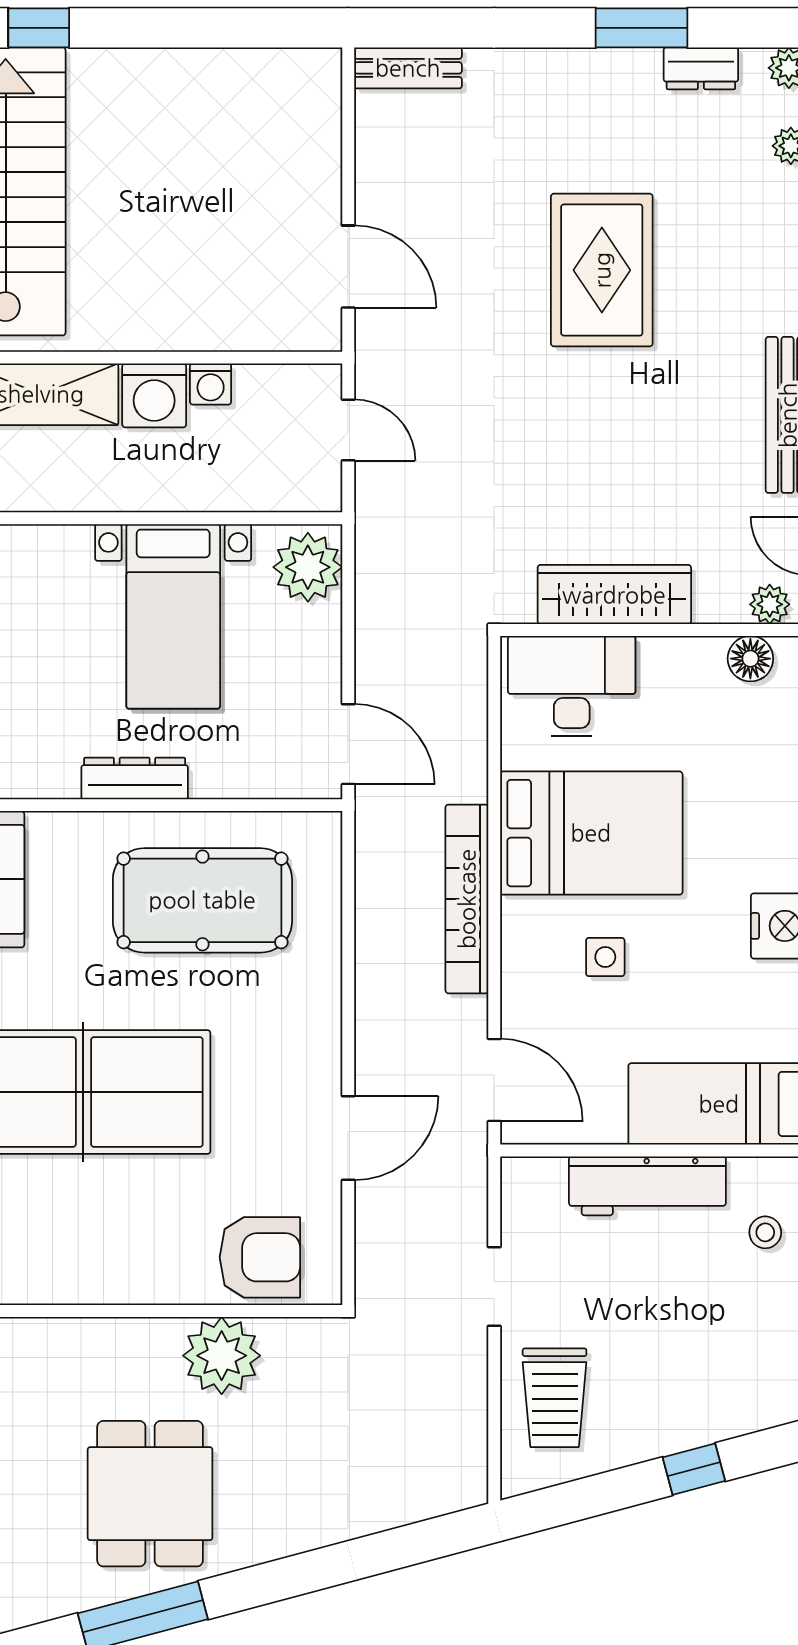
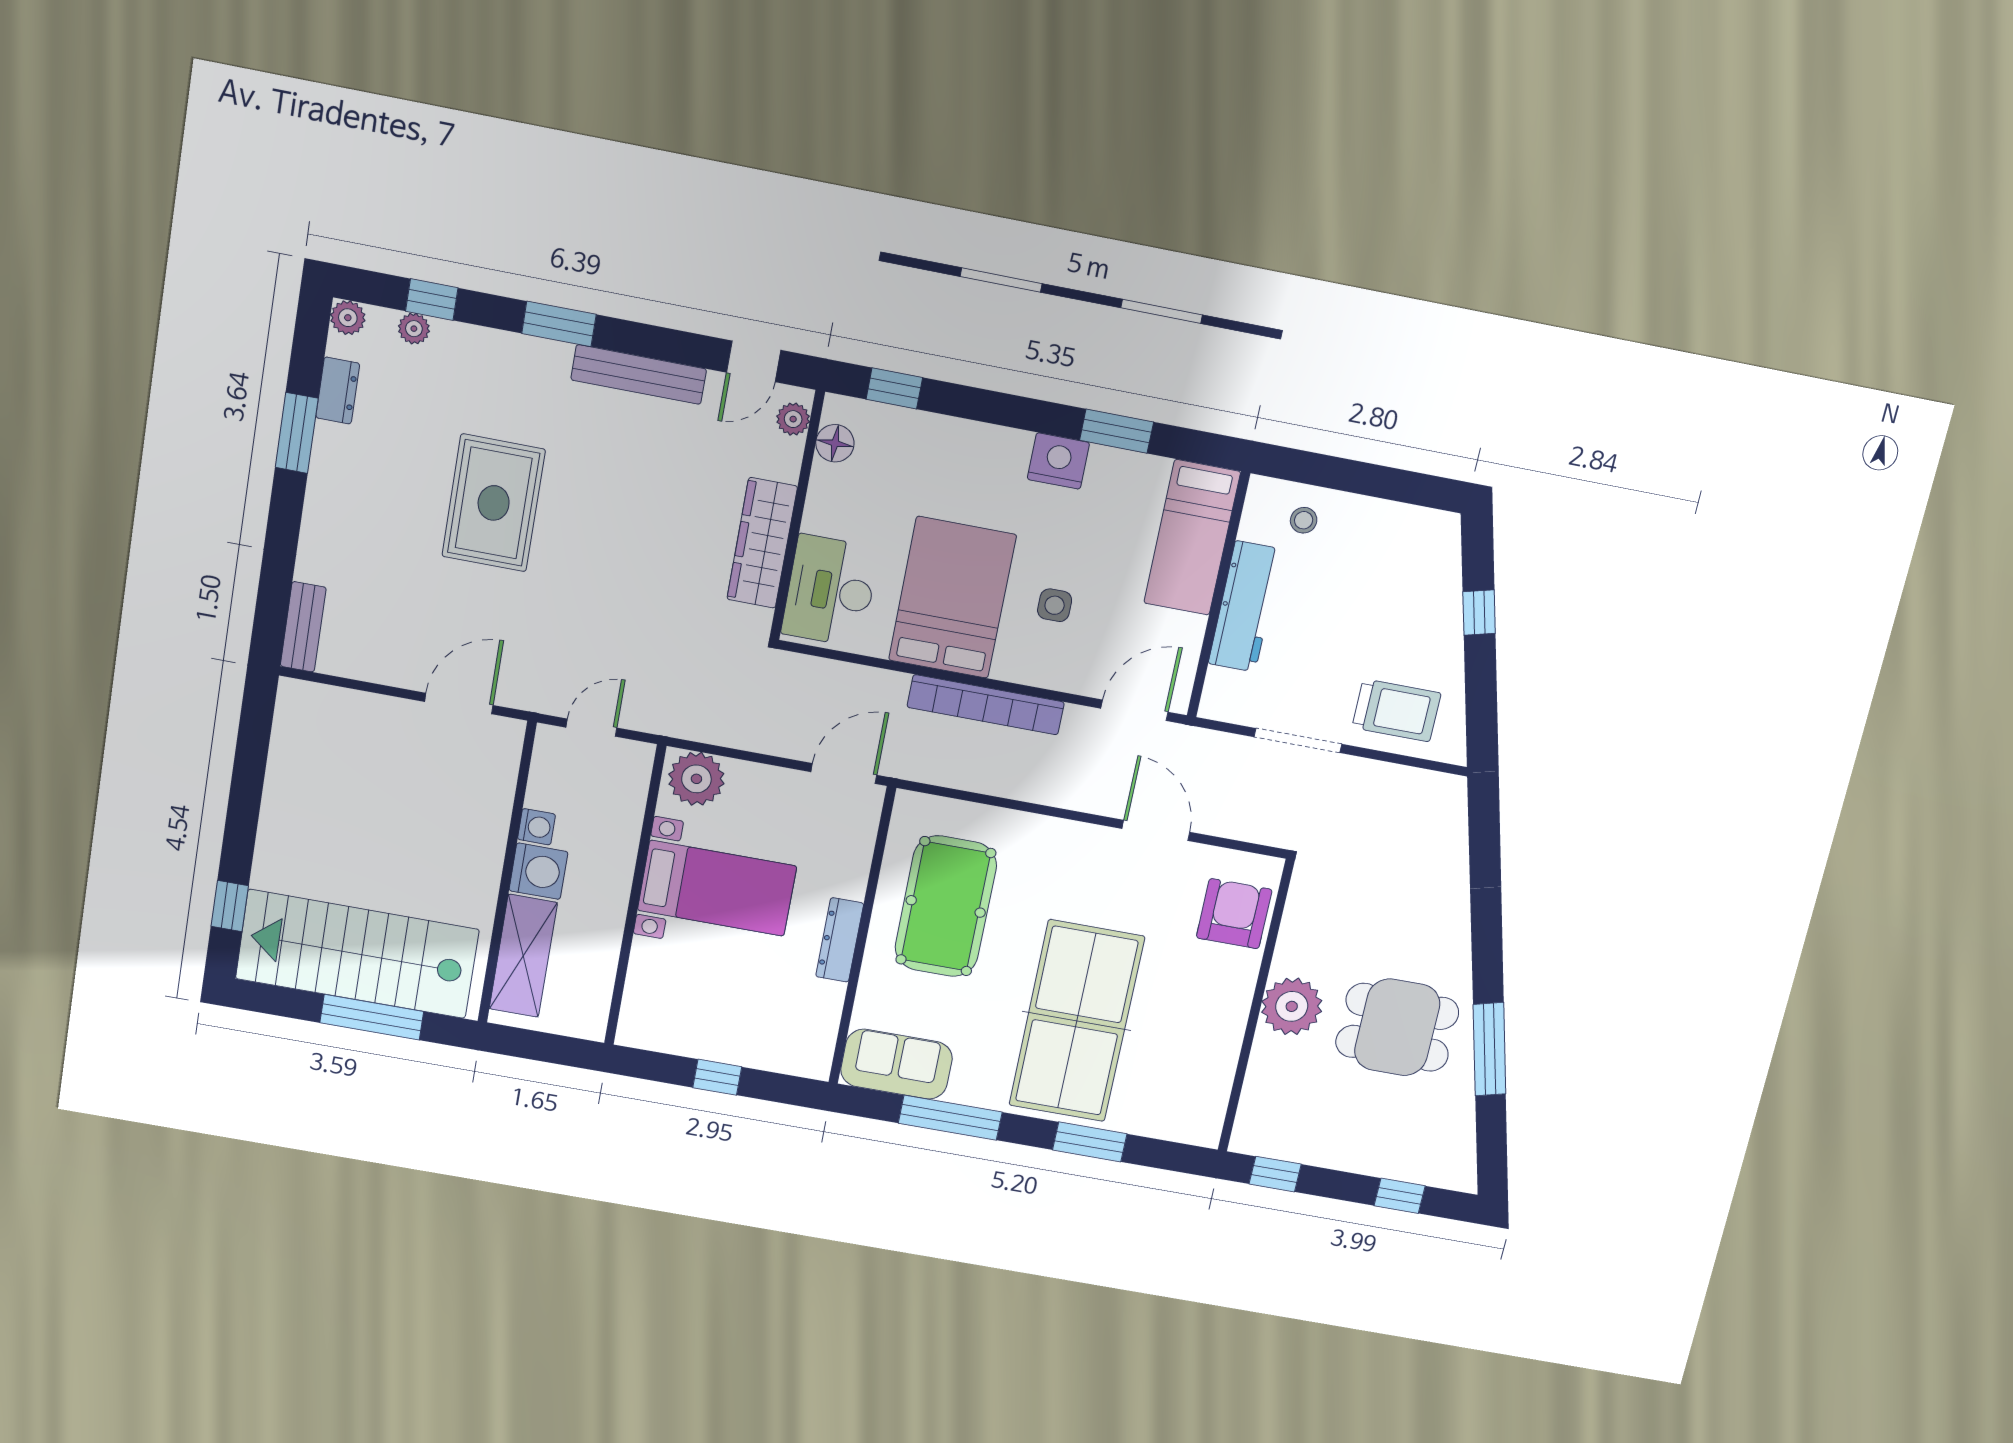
rug: (602, 270) -> (494, 503), turned 90
doorway: (494, 1286) -> (1298, 741), width x1.38
plant: (222, 1356) -> (1292, 1006), moved

